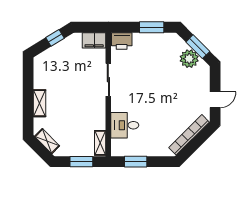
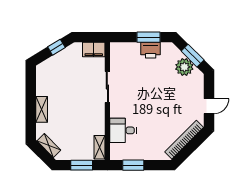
printer: (122, 41) -> (151, 50), moved

